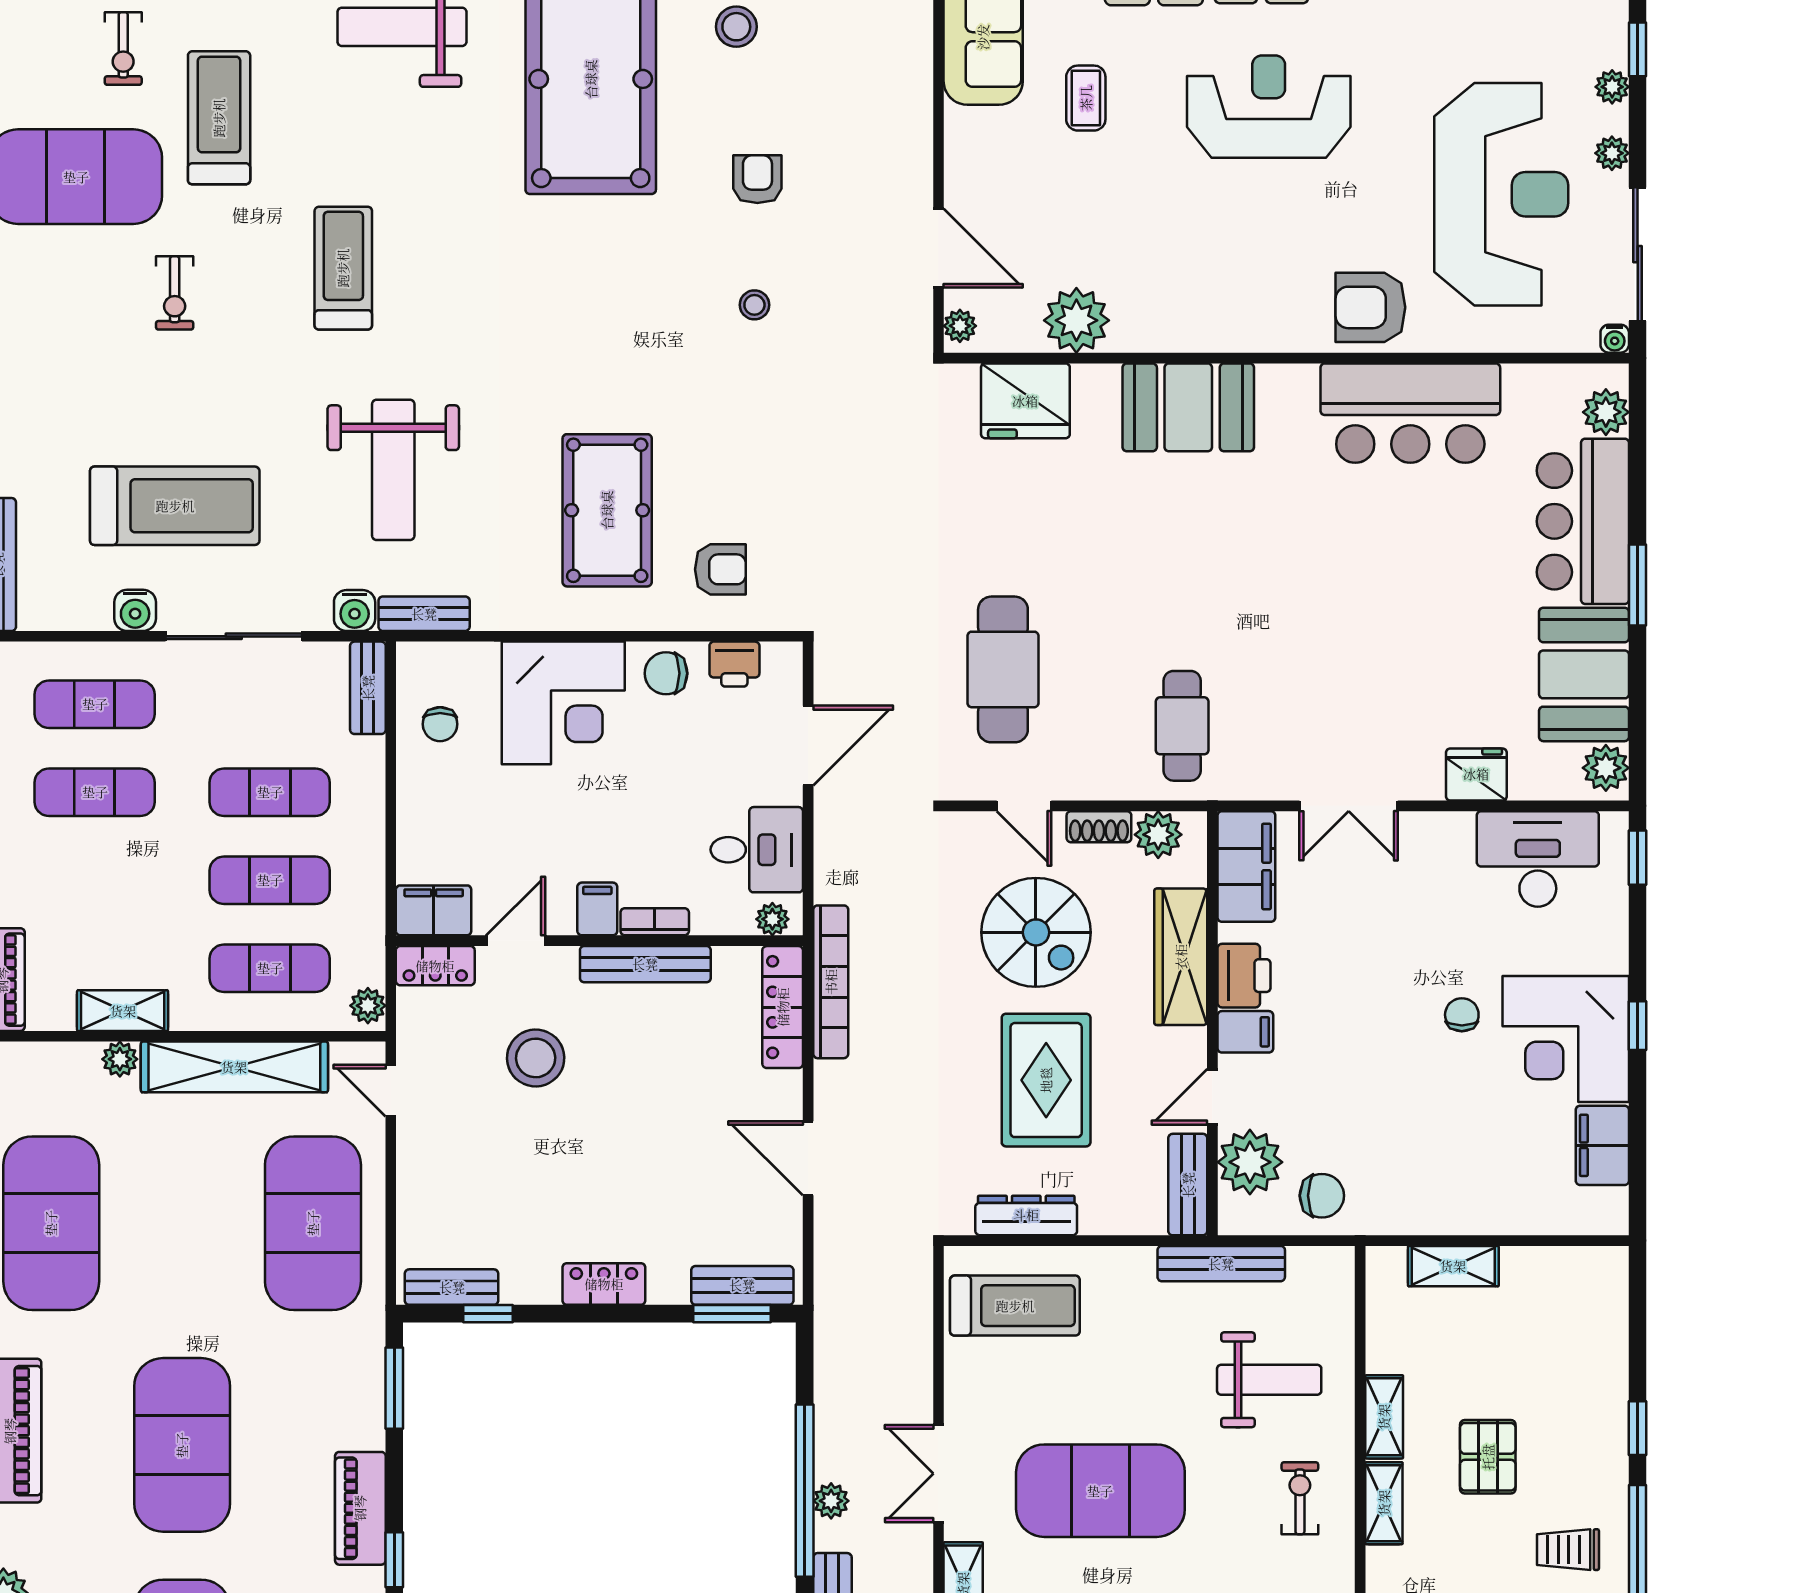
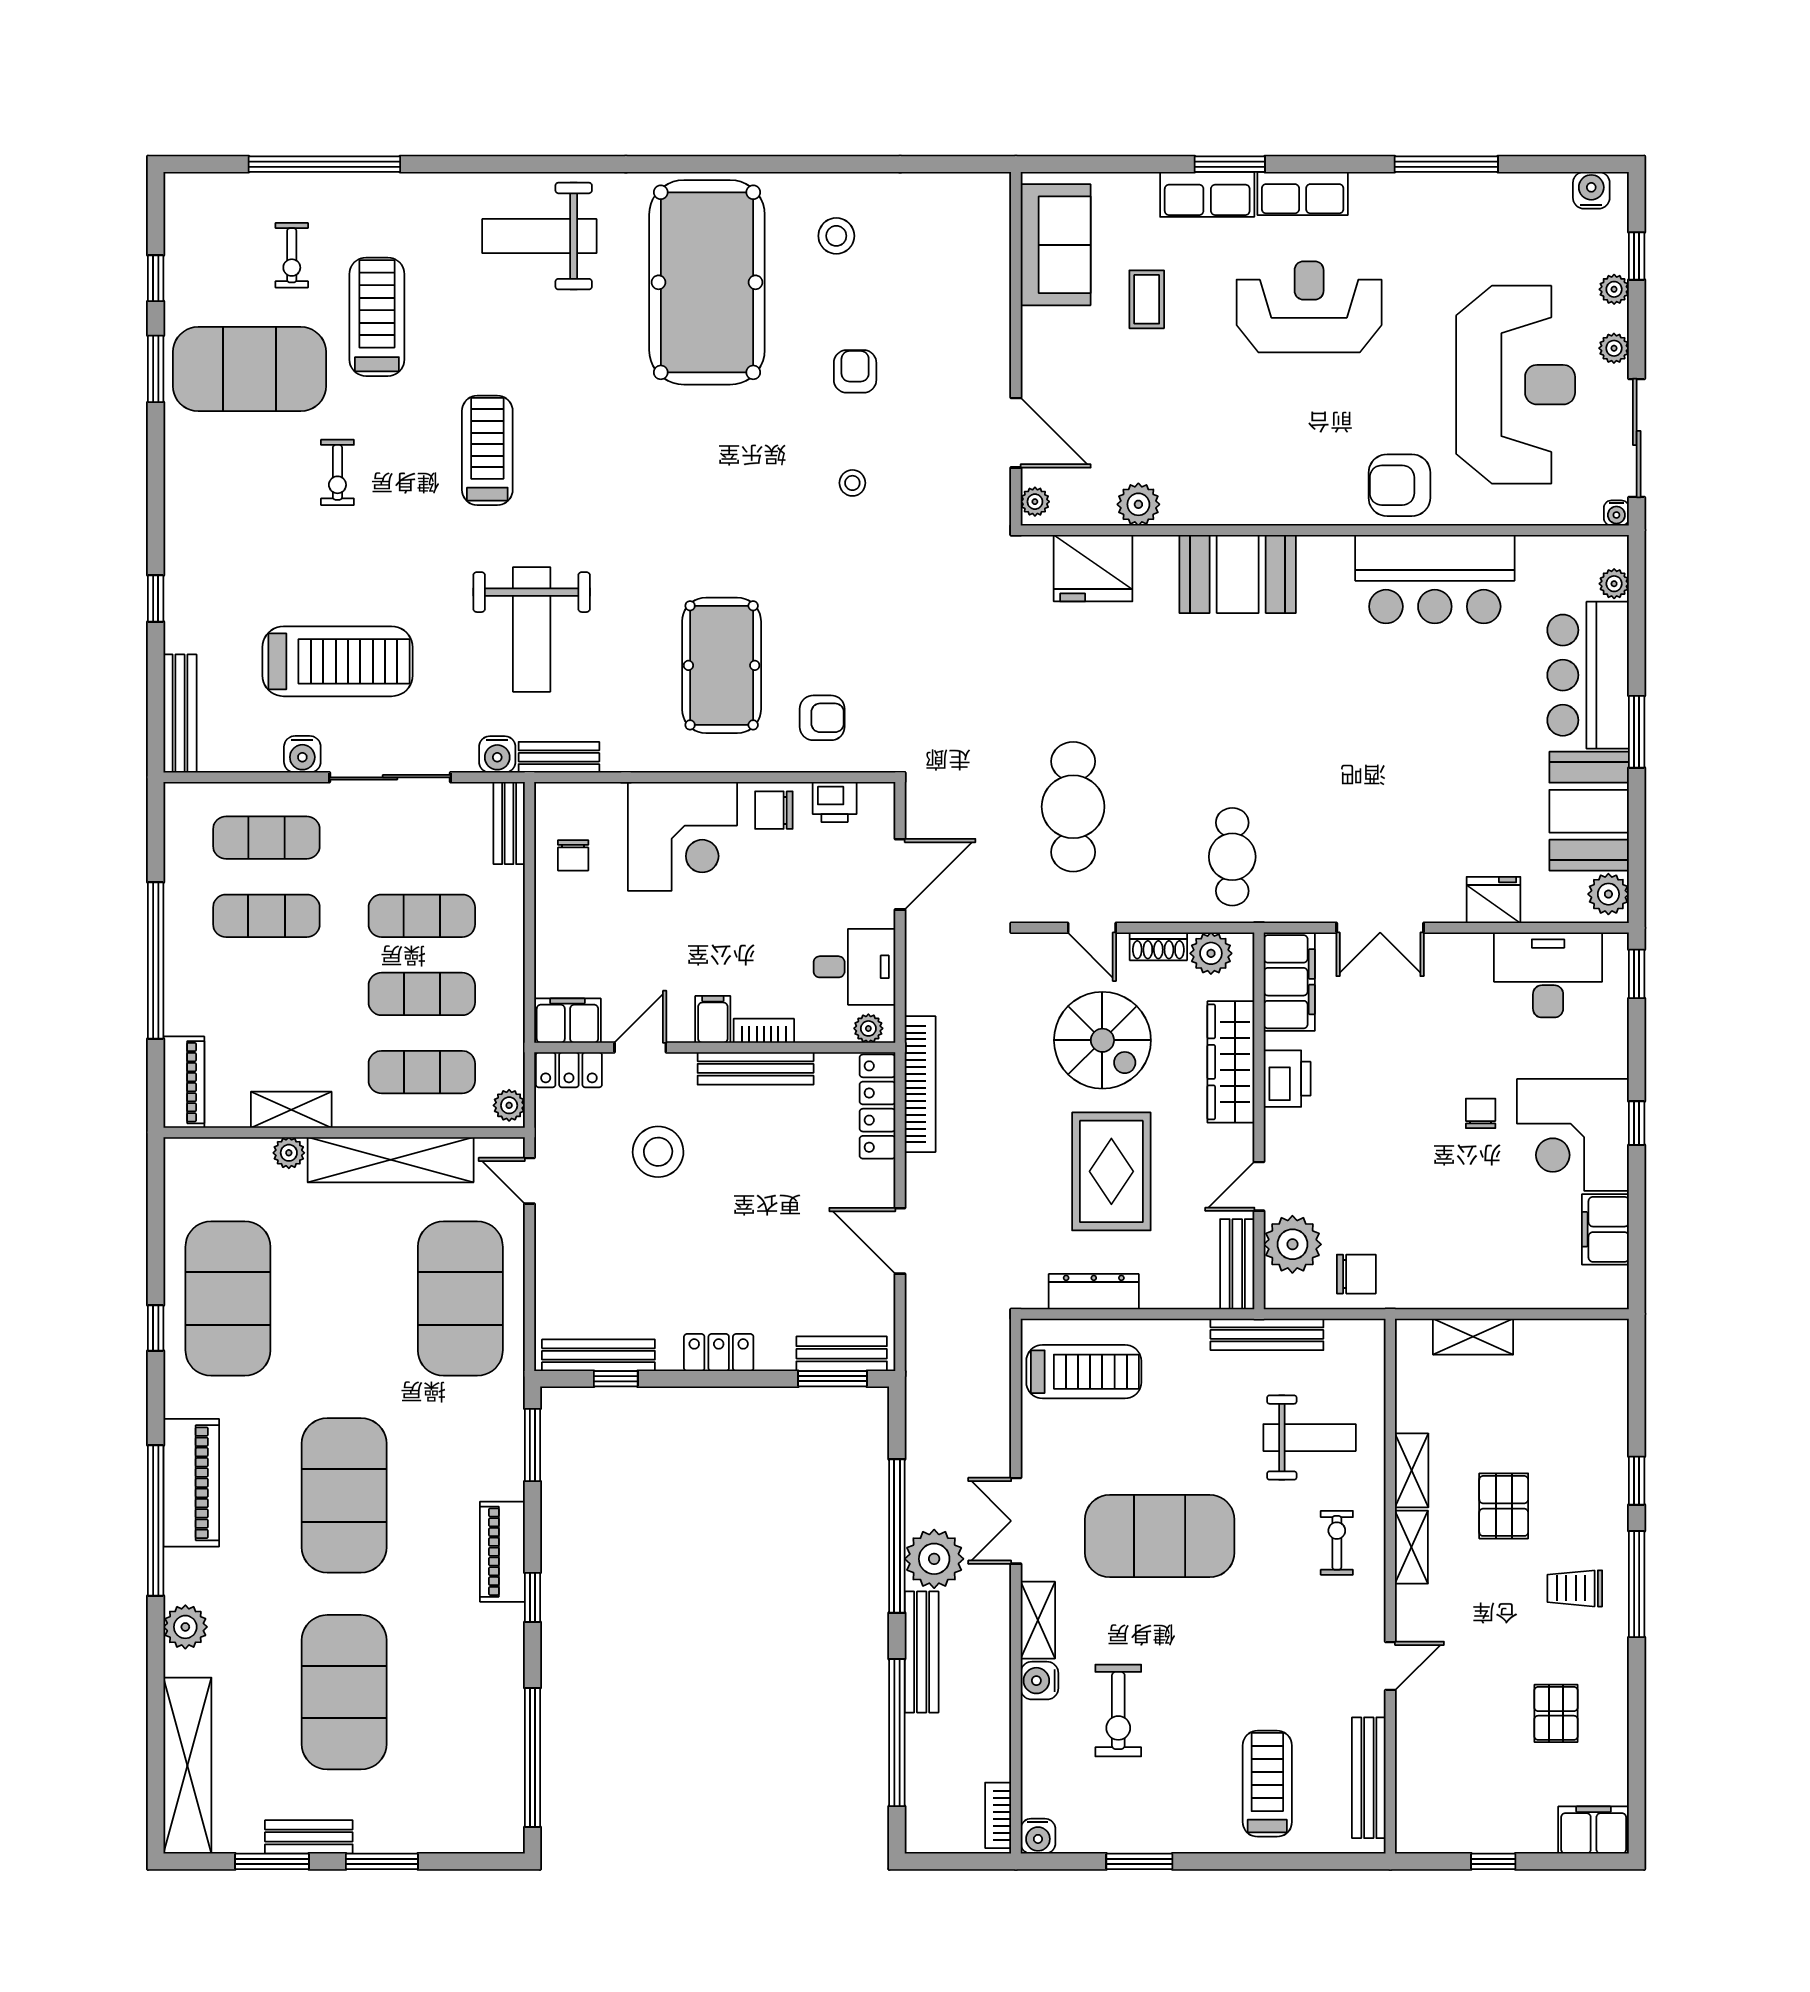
plant: (1076, 320) -> (1138, 504), width x0.73, depth x0.73
plant: (1606, 412) -> (1614, 584), width x0.73, depth x0.73
filing cabinet: (1245, 1032) -> (1288, 1129), removed
bench: (452, 1287) -> (598, 1355), width x1.36
plant: (831, 1501) -> (934, 1559), width x1.88, depth x1.88

